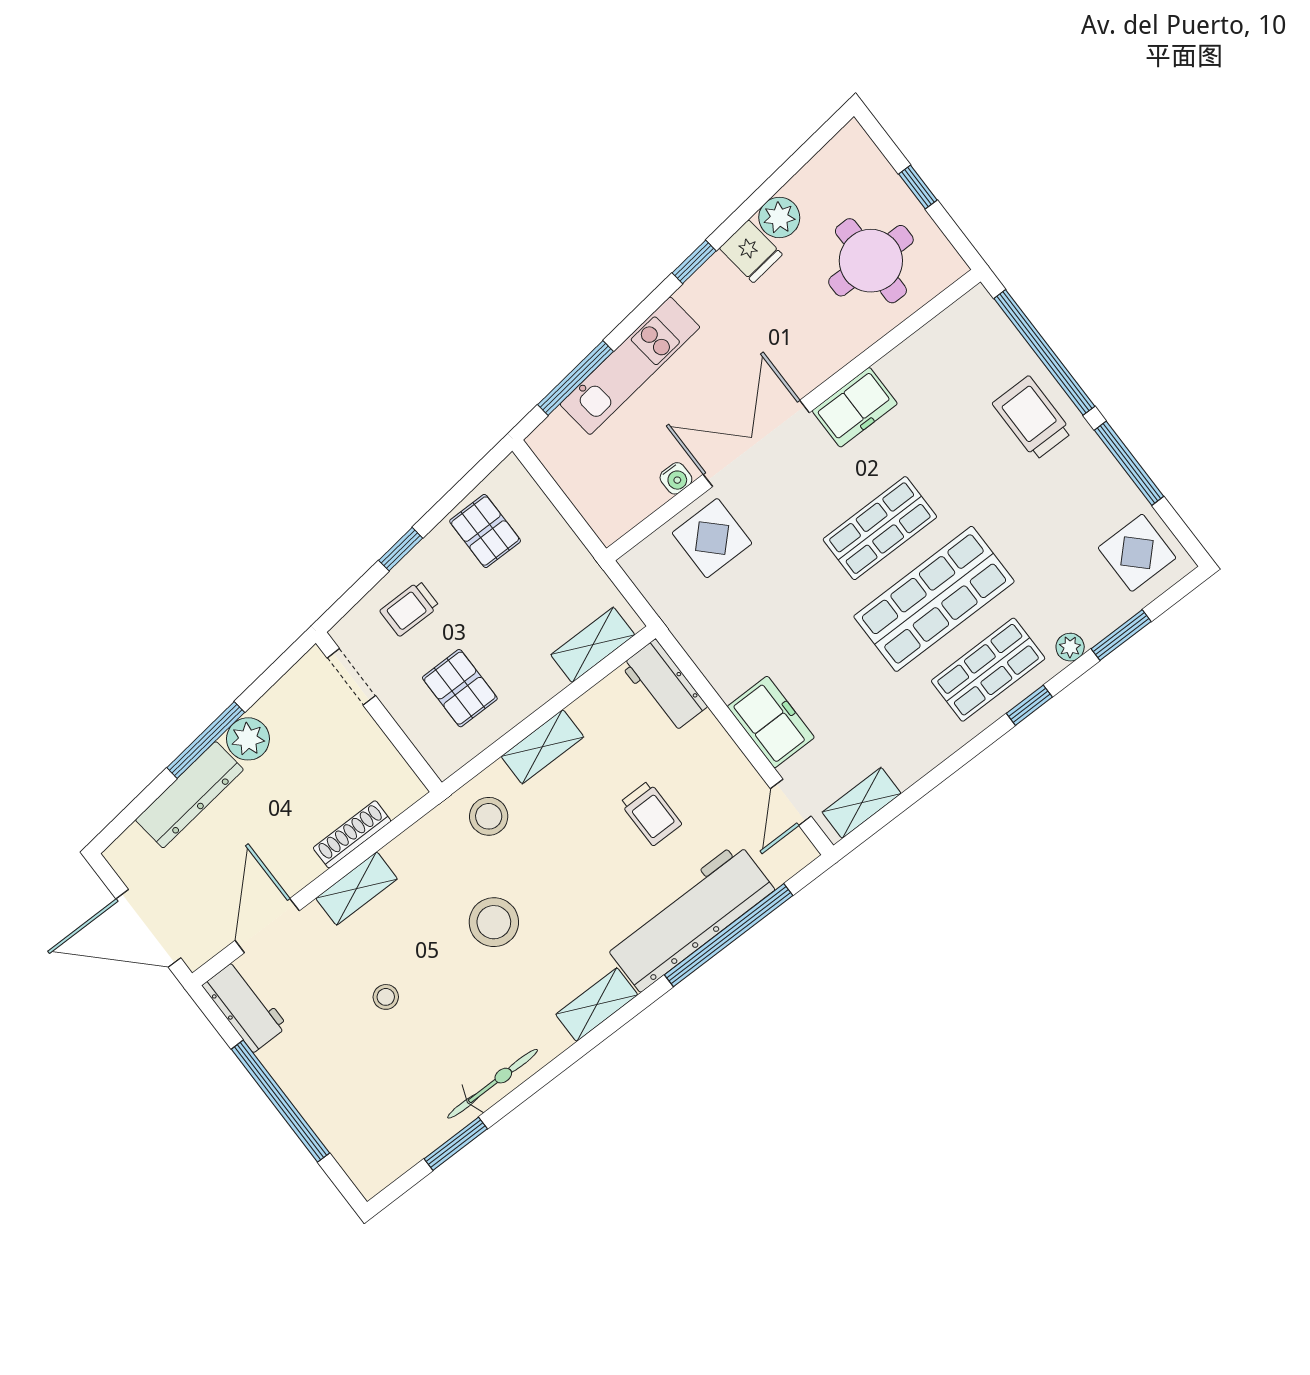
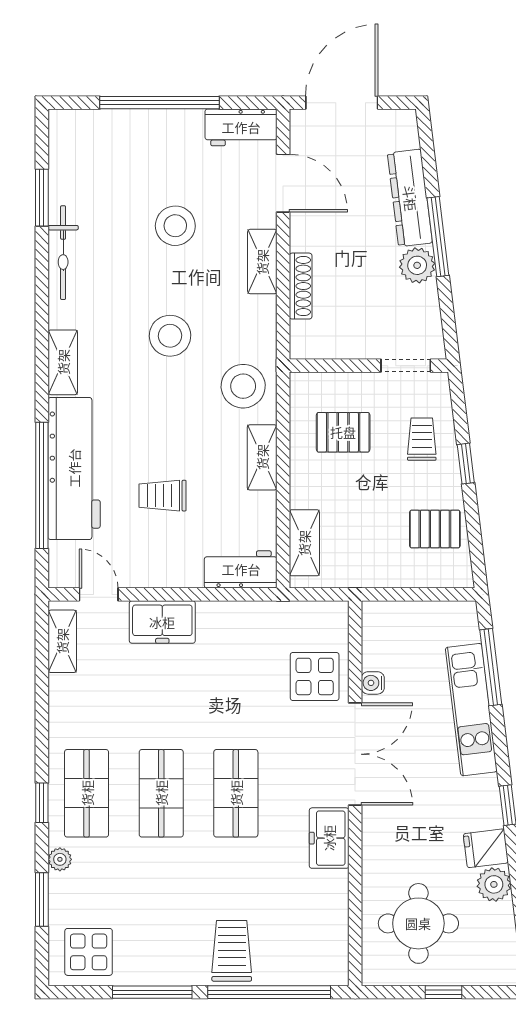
trolley: (1032, 418) -> (232, 951), turned -90
shop shelf: (934, 599) -> (161, 793), width x0.70, depth x0.74
stool: (489, 816) -> (243, 386), width x1.38, depth x1.38
stool: (386, 997) -> (175, 226), width x1.89, depth x1.89

